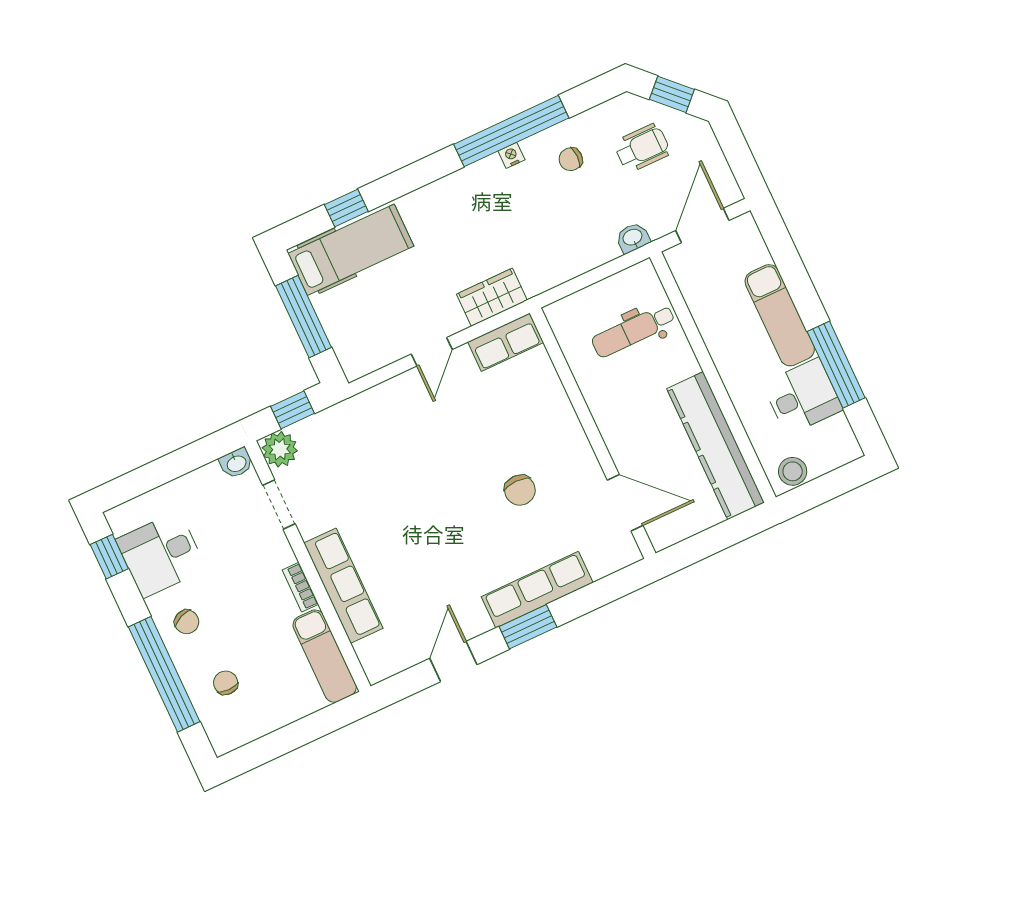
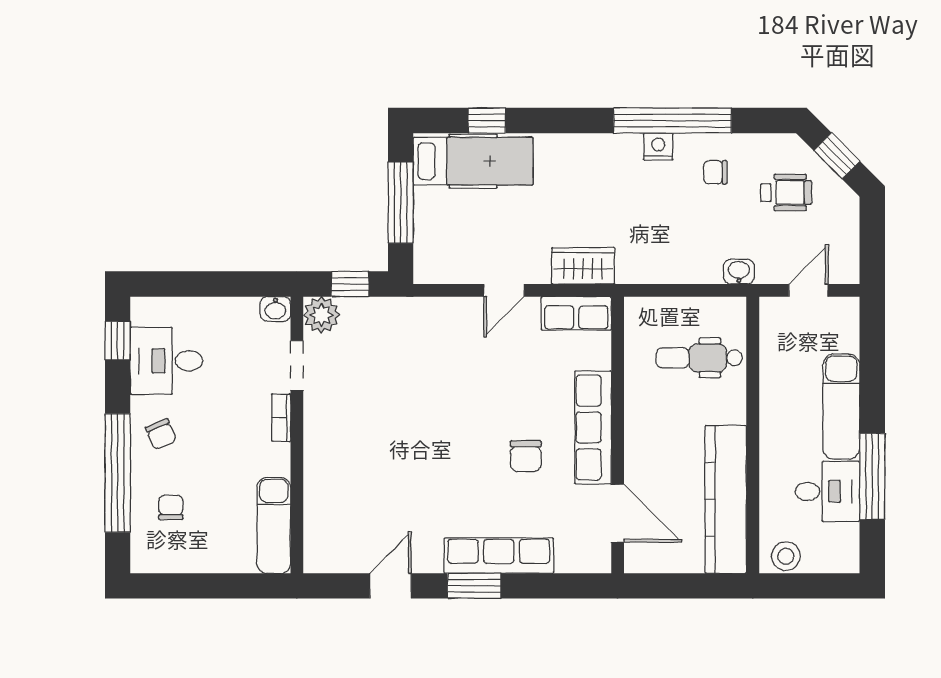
nightstand: (511, 155) -> (658, 147), width x1.39, depth x1.35
door: (702, 226) -> (808, 290), width x0.73
row of seats: (343, 586) -> (593, 427), moved, turned 180
bookcase: (300, 587) -> (281, 418), moved

